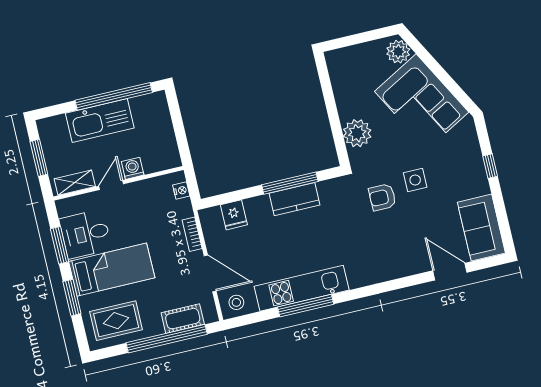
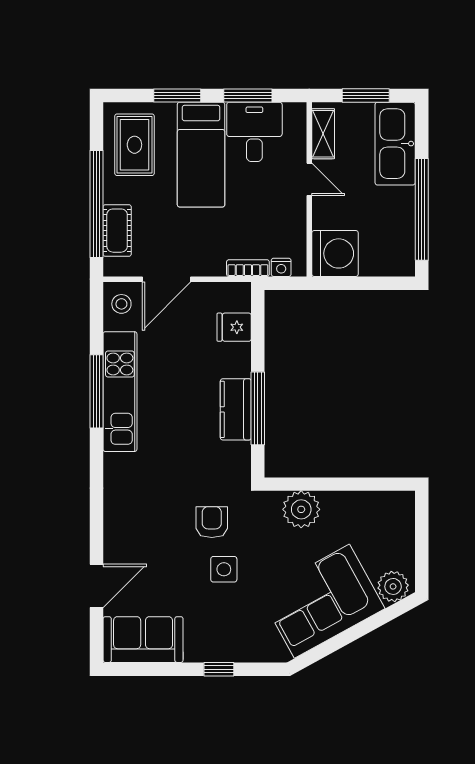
kitchen sink: (100, 121) -> (395, 144), moved
washing machine: (133, 168) -> (335, 253), moved, width x1.89, depth x1.89
bookcase: (192, 234) -> (248, 268), moved

